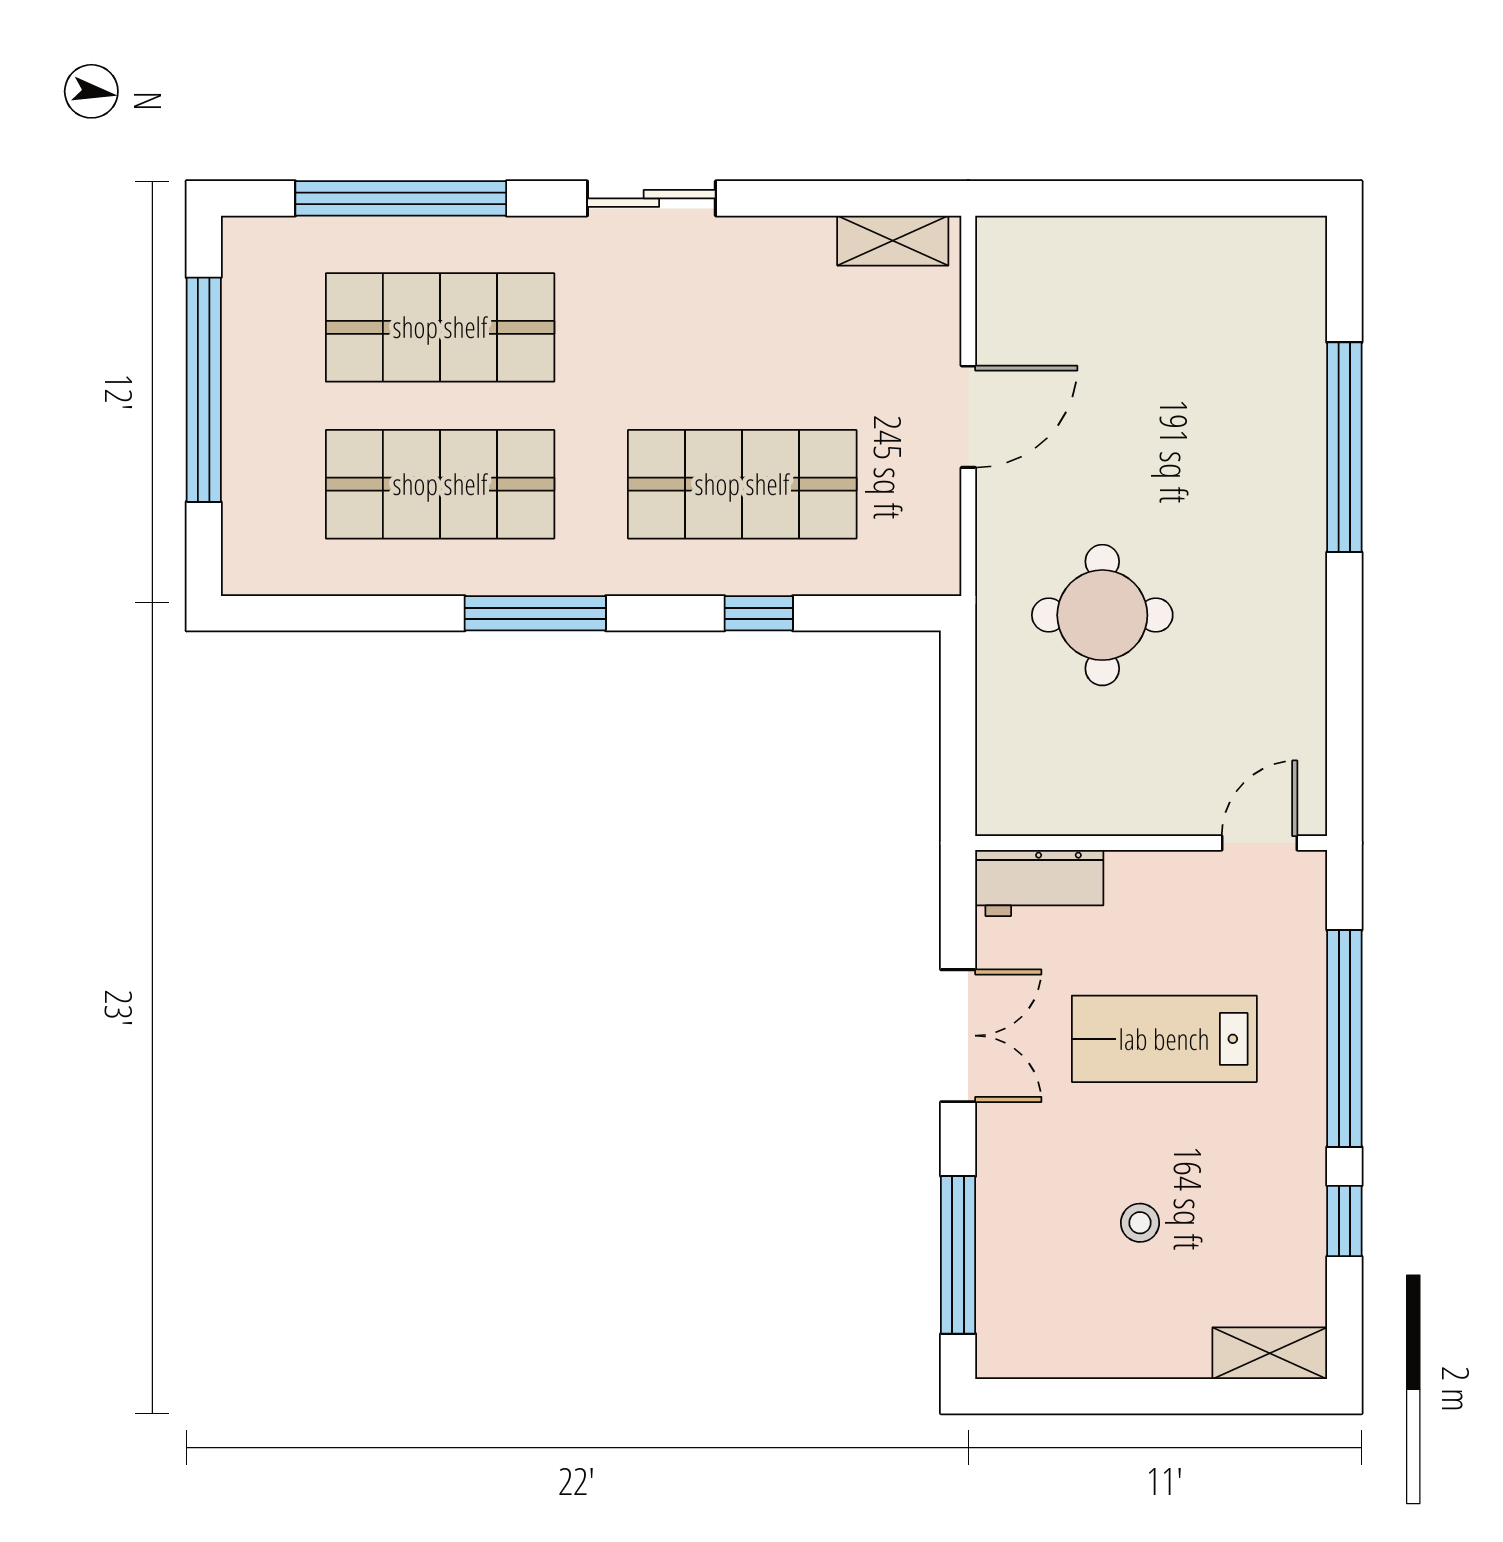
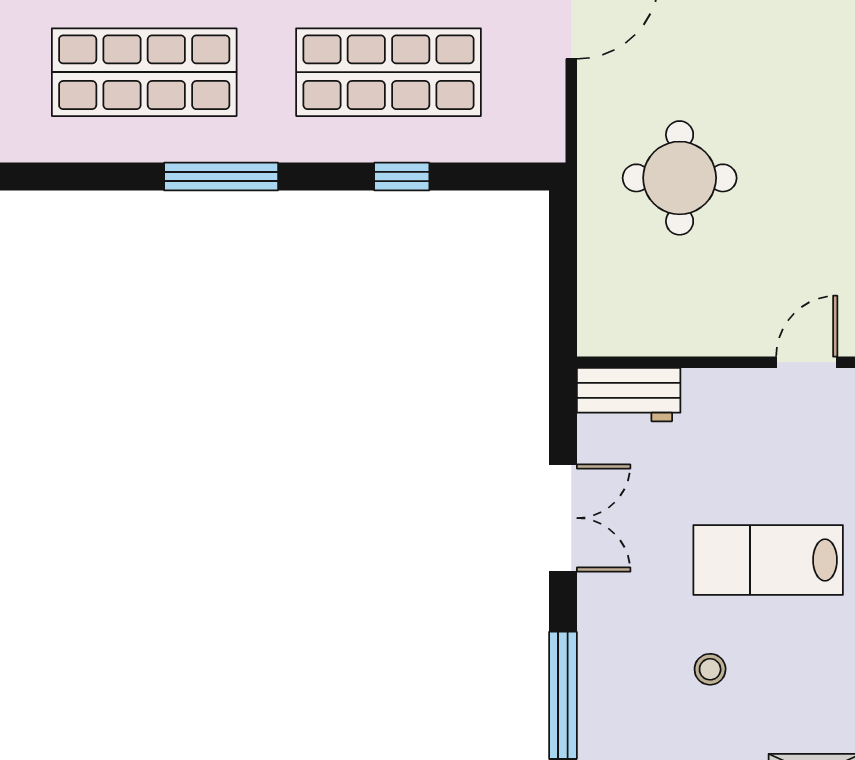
lab bench: (1164, 1039) -> (768, 560), moved

